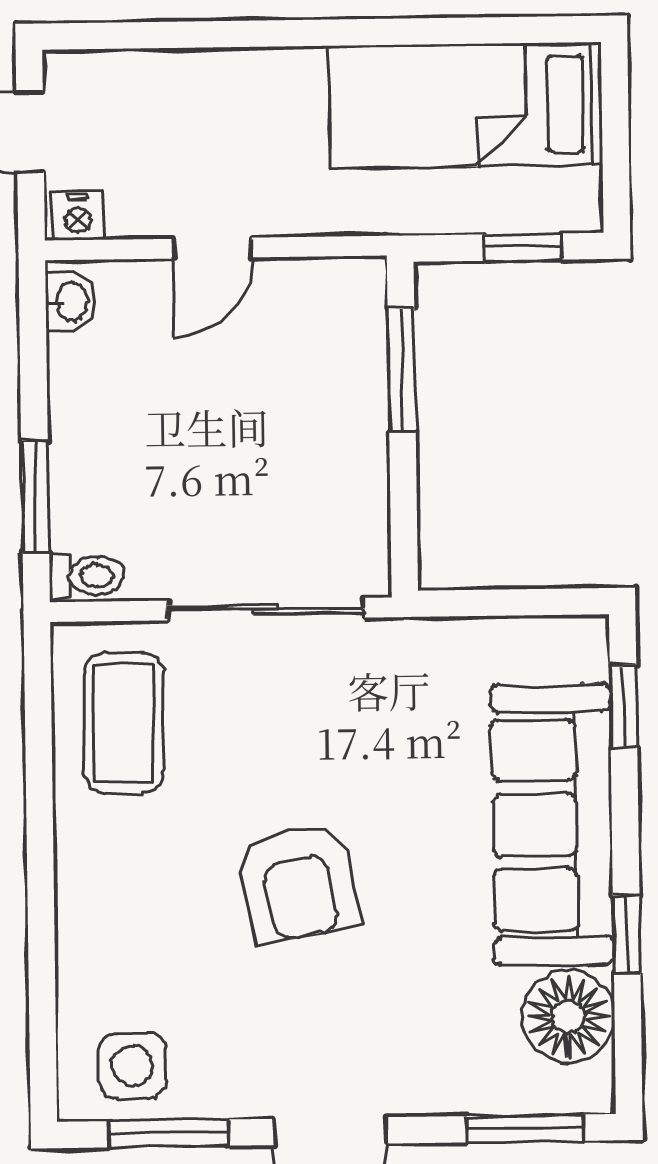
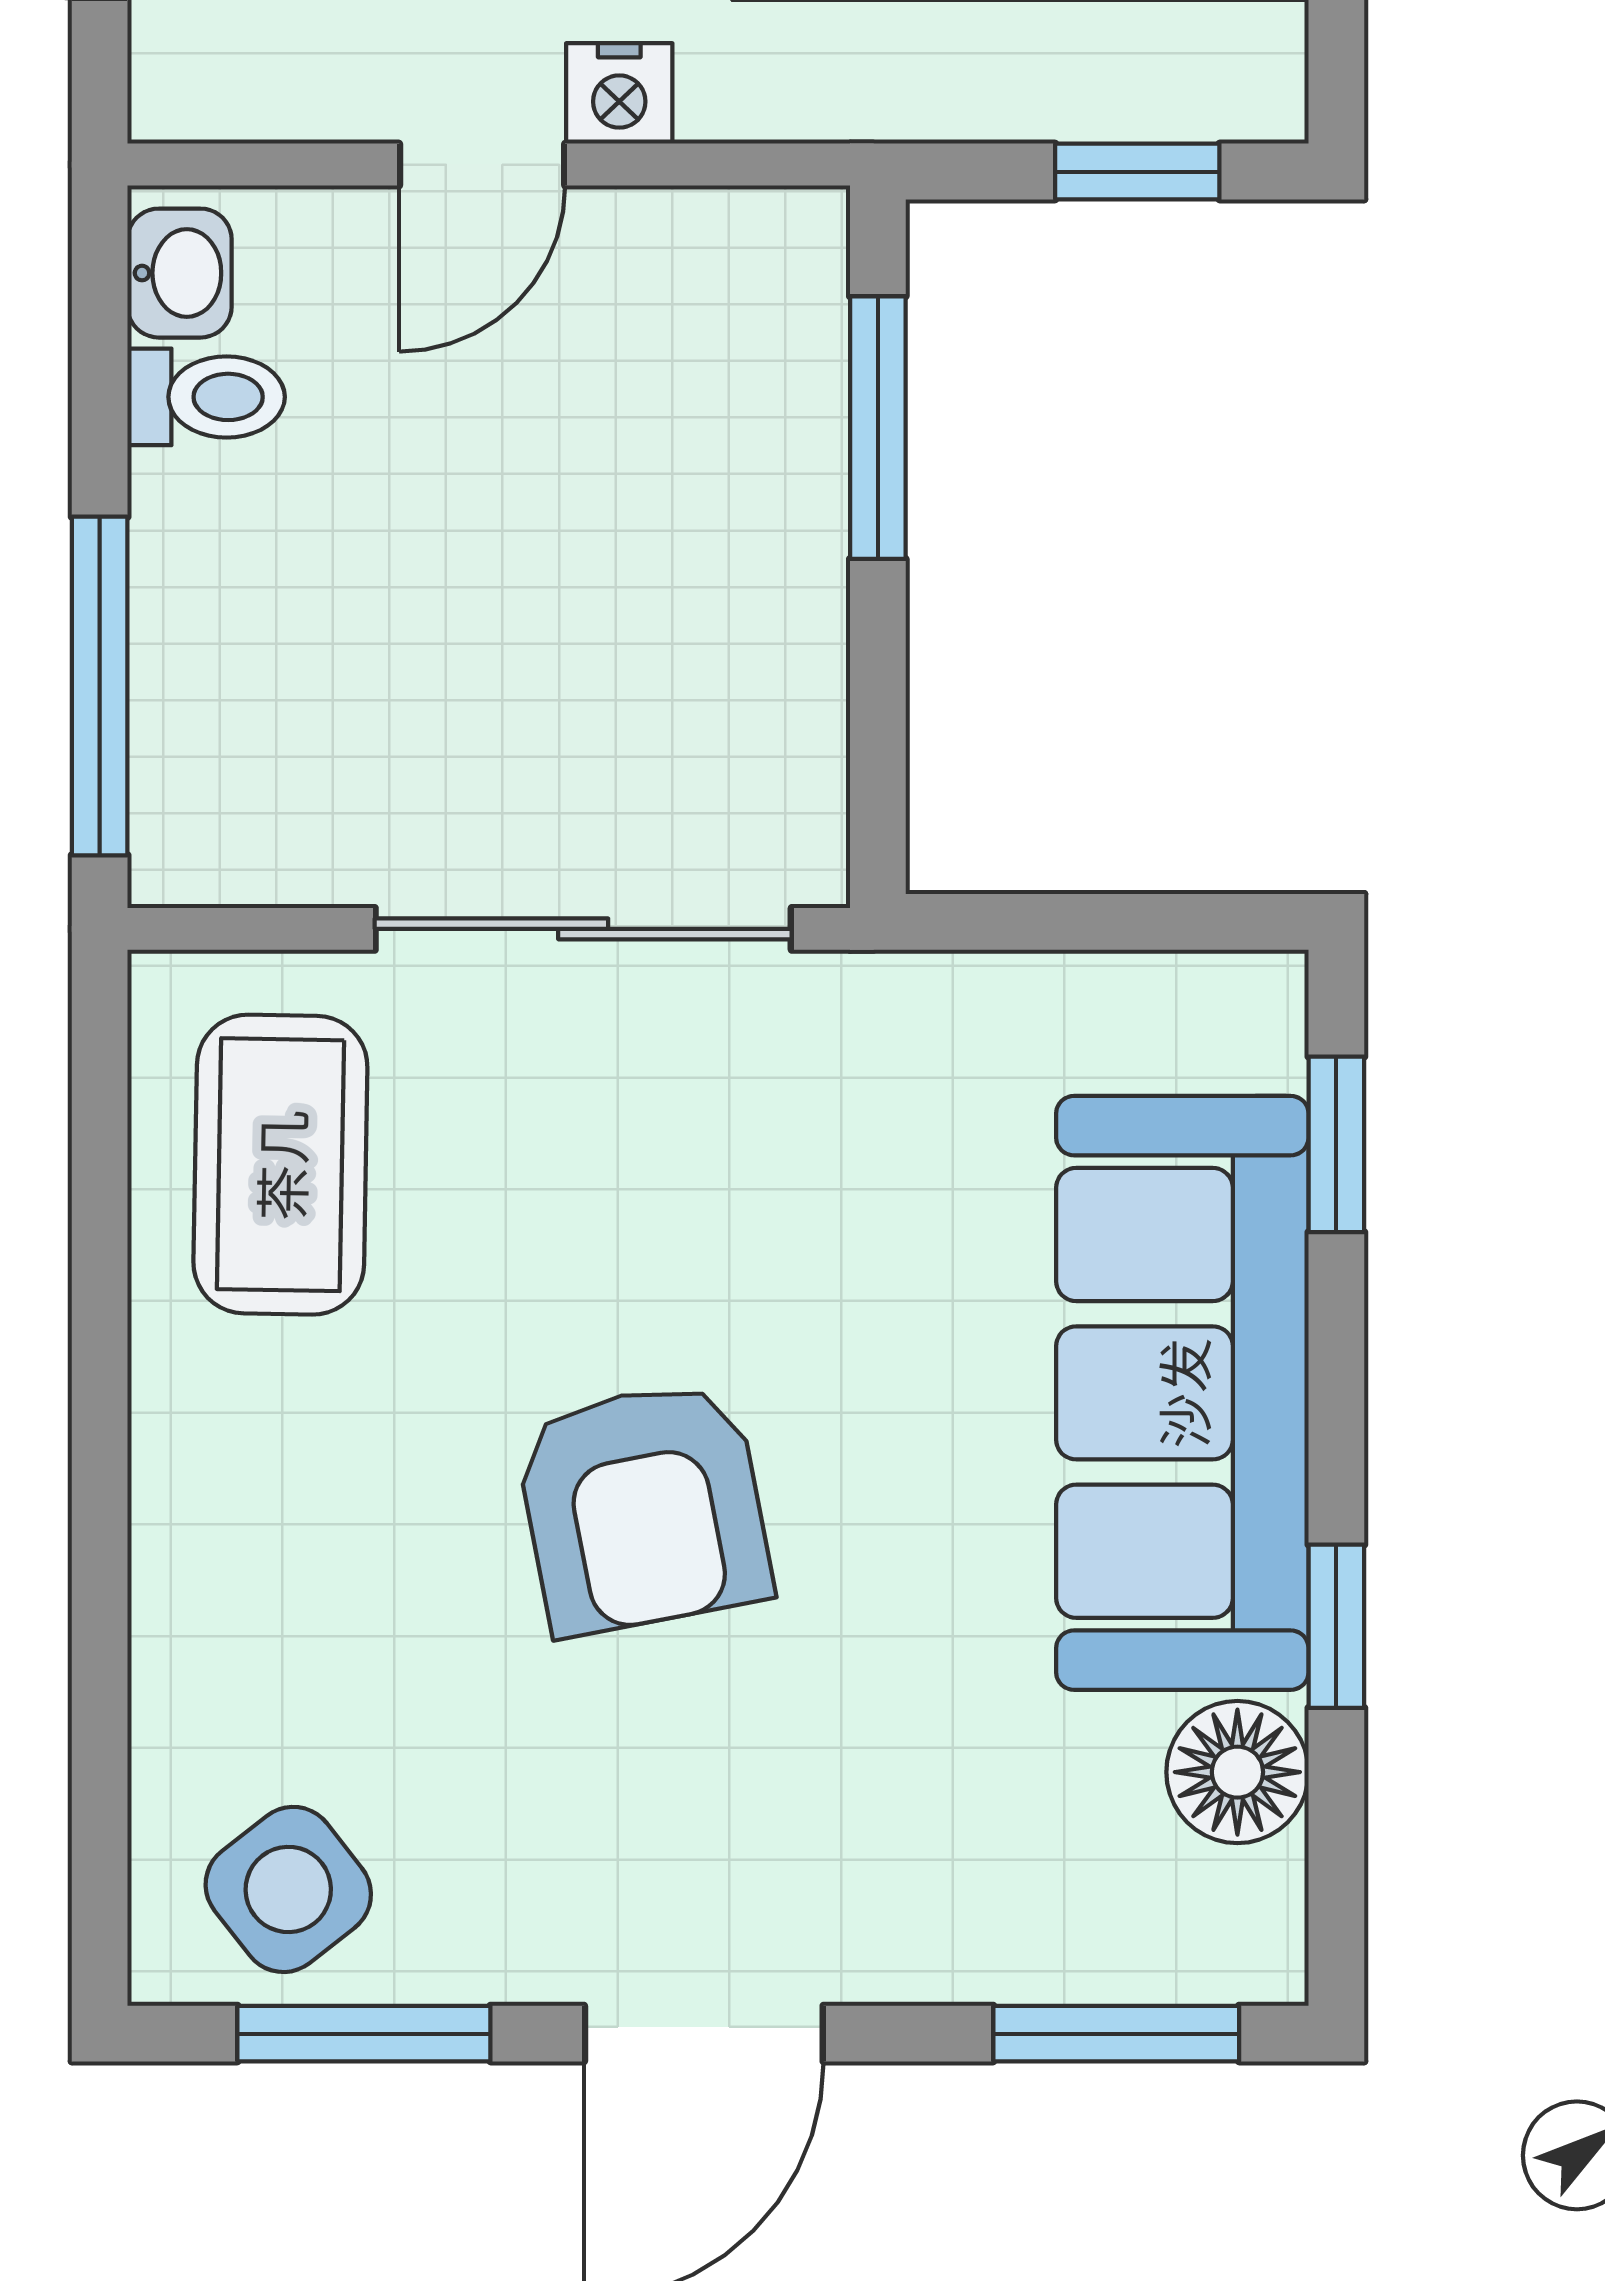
nightstand: (78, 216) -> (619, 93), moved
window: (35, 497) -> (100, 686), width x1.44
toilet: (87, 576) -> (206, 397), moved
floor lamp: (568, 1017) -> (1237, 1772), width x0.73, depth x0.73
side table: (132, 1066) -> (288, 1889), turned -38

